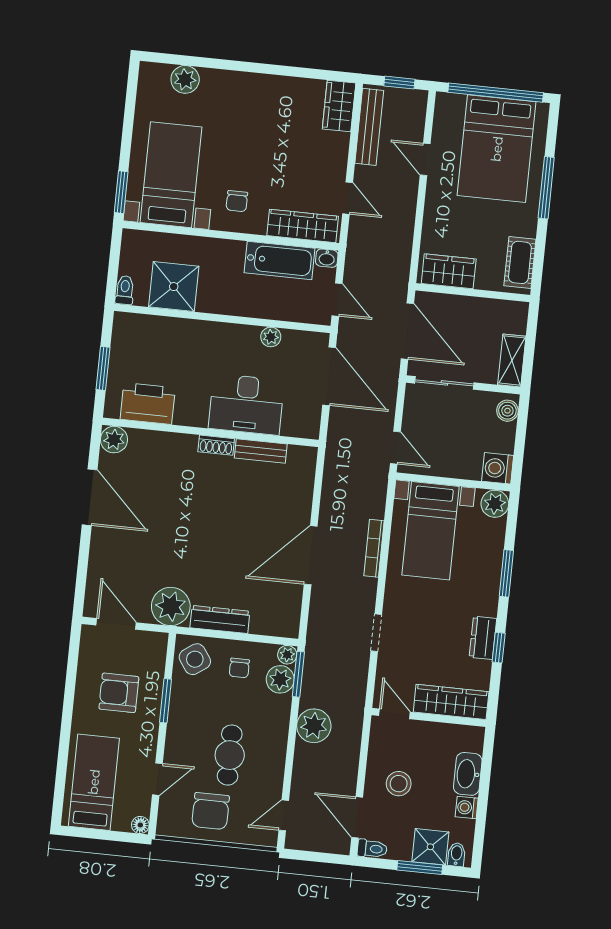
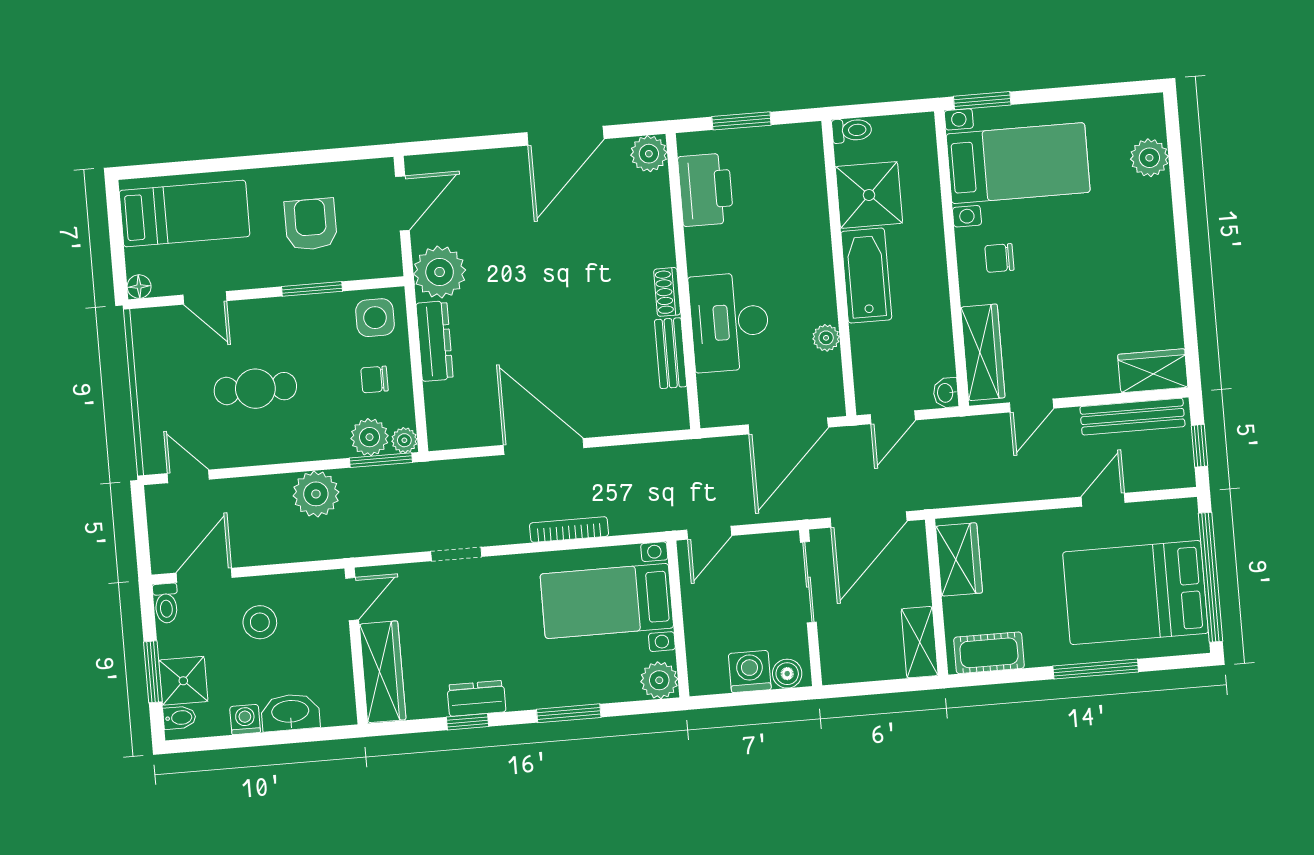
bathtub: (280, 260) -> (866, 276), moved, turned 180
shelving: (512, 360) -> (920, 642), moved, turned 90
washing machine: (498, 468) -> (750, 672), moved
side table: (195, 659) -> (375, 318), turned 35
chair: (211, 811) -> (175, 377), removed

